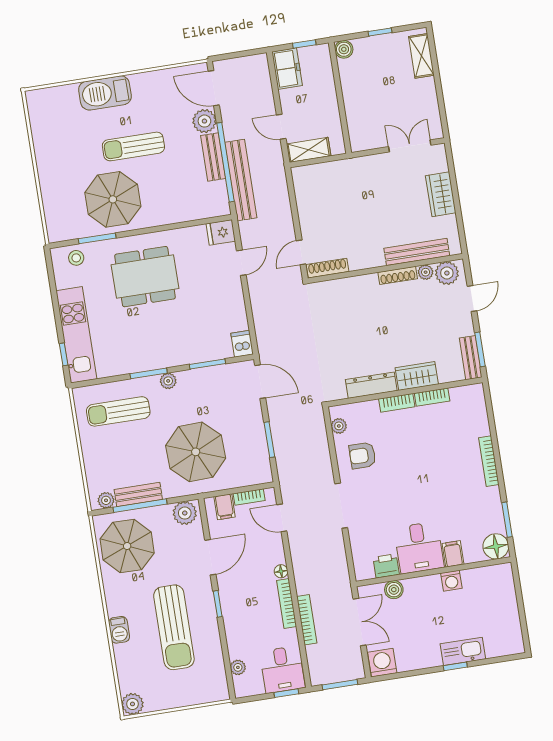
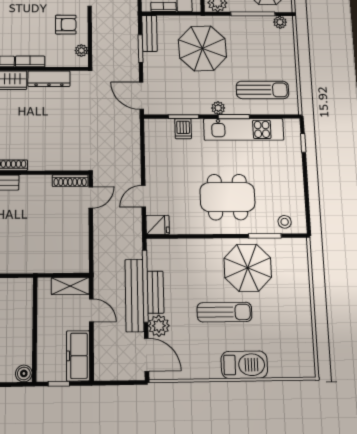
freezer: (287, 69) -> (78, 356), width x1.40
bench: (241, 180) -> (134, 295), moved
kitchen unit: (76, 335) -> (244, 129), moved, turned -90
dishwasher: (242, 344) -> (183, 129), moved
bench: (138, 495) -> (150, 33), moved, turned 90

